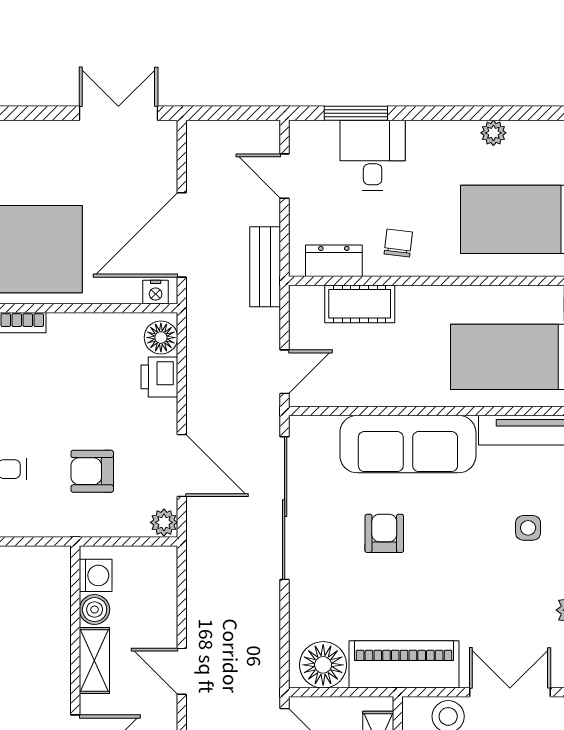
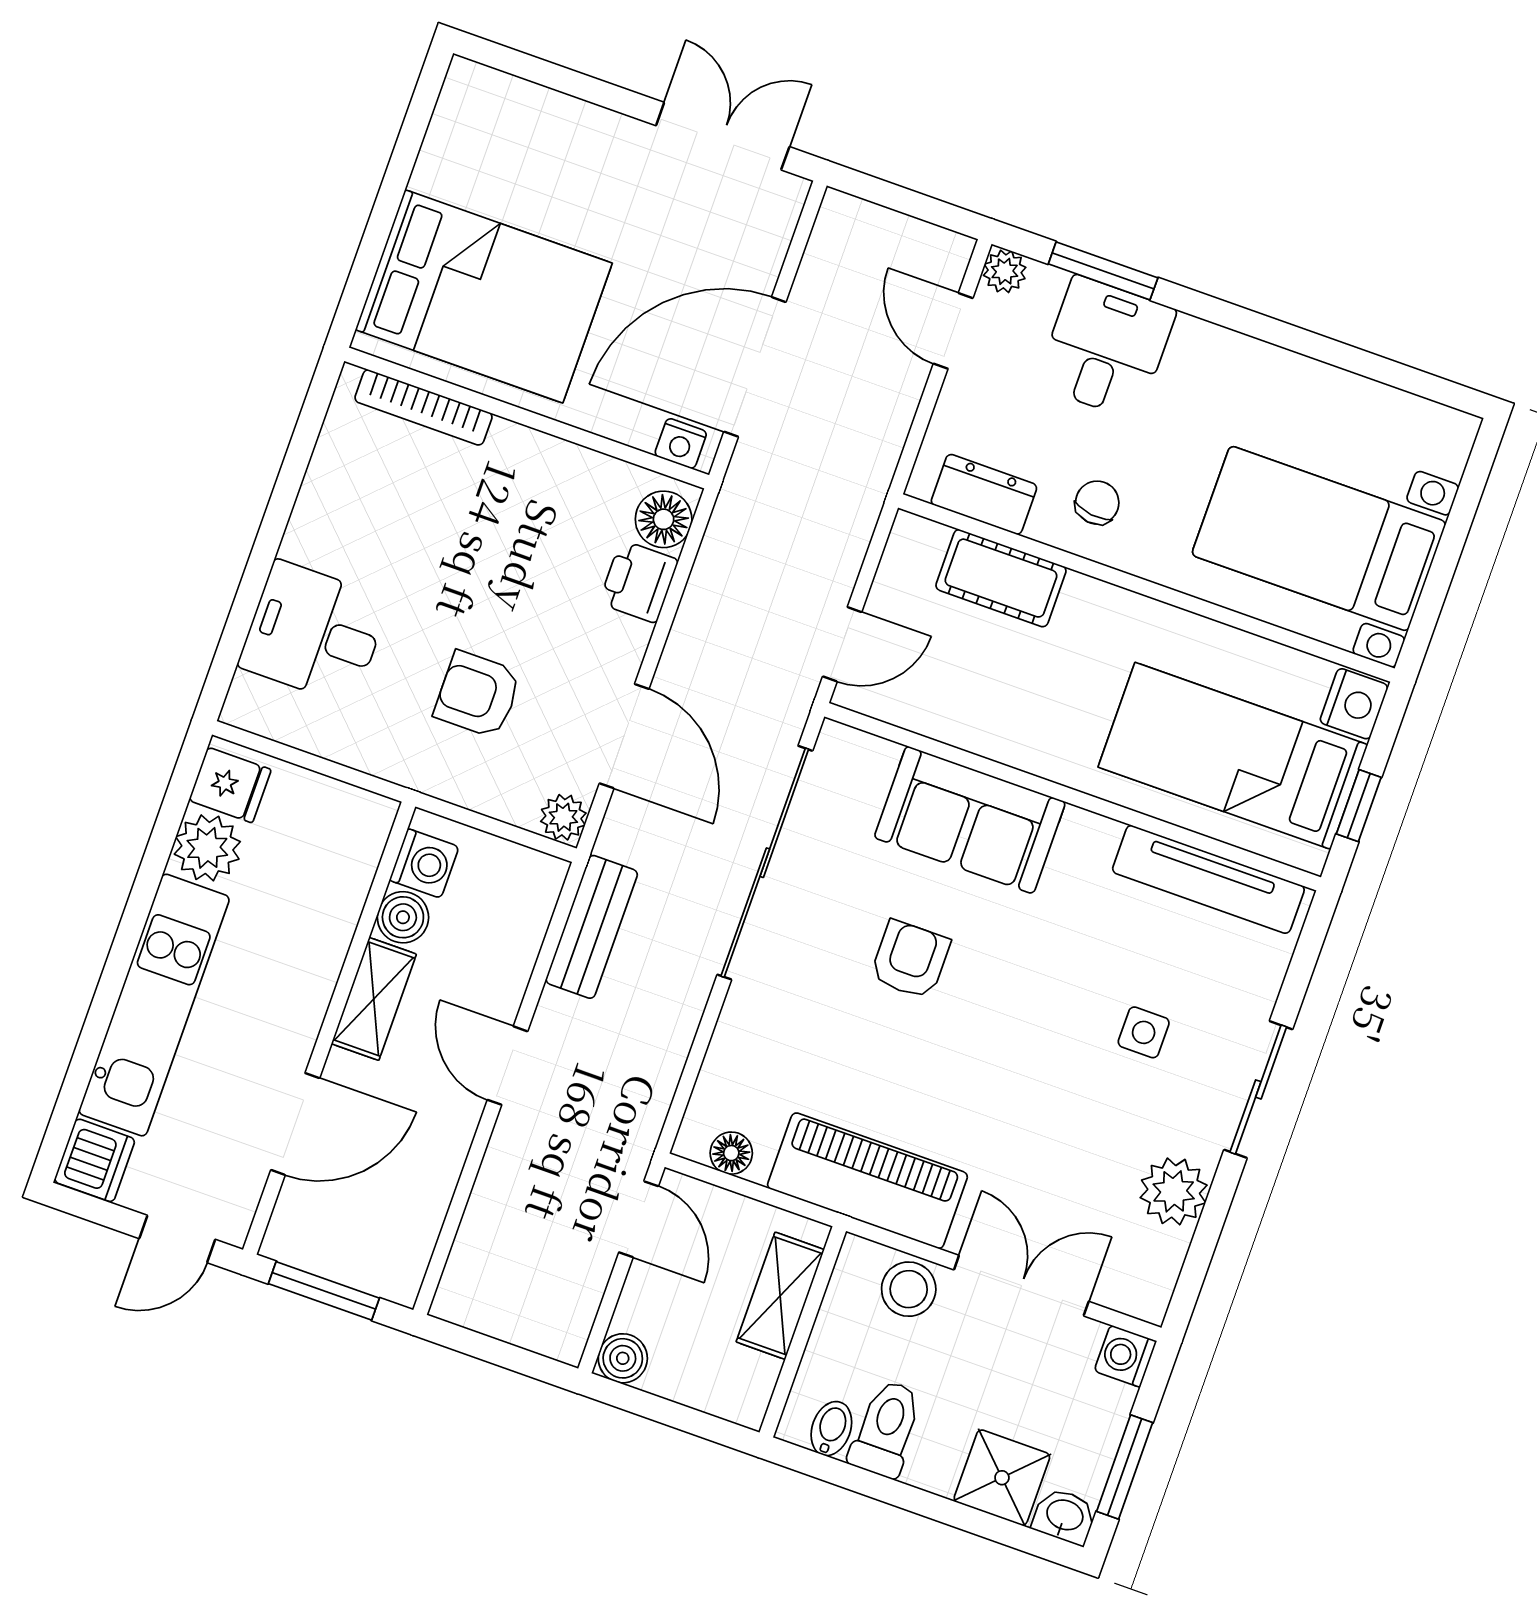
plant: (493, 133) -> (1005, 271), moved
bench: (265, 267) -> (592, 927), moved
sofa: (408, 444) -> (970, 820), width x0.73
floor lamp: (323, 665) -> (731, 1153), width x0.53, depth x0.53

